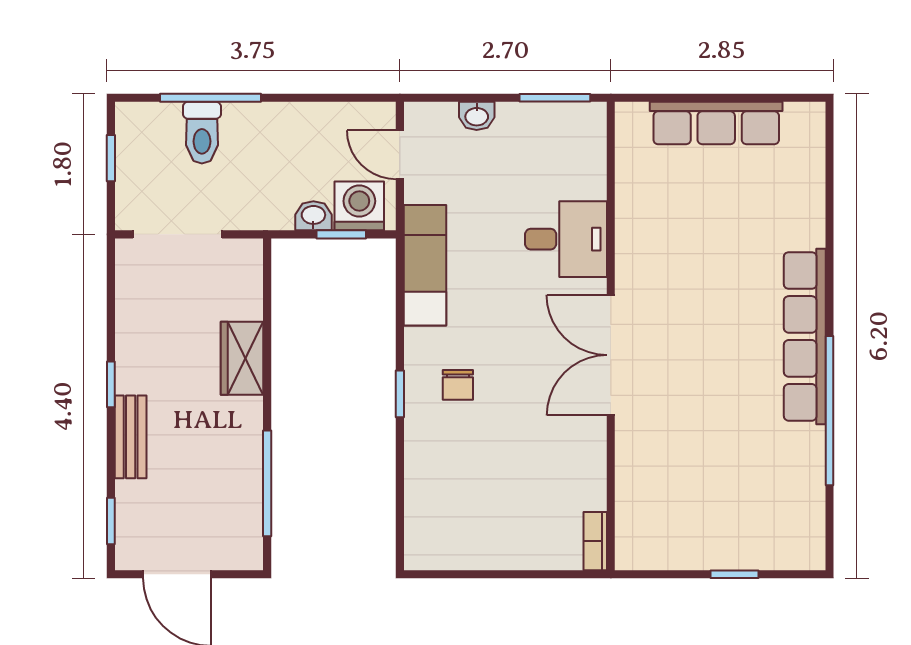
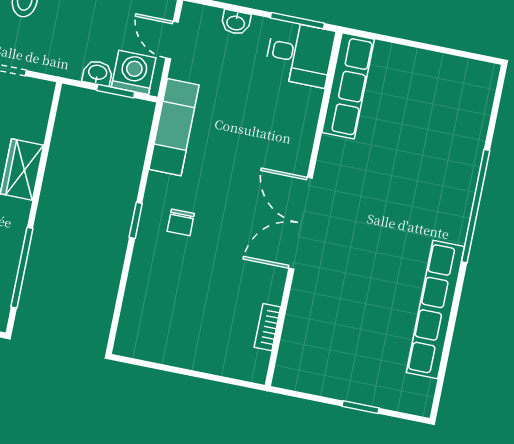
row of seats: (716, 123) -> (348, 86), moved, turned -90
desk: (566, 239) -> (300, 54), moved
row of seats: (805, 336) -> (435, 309), moved
window: (830, 411) -> (476, 206), moved
bookcase: (595, 541) -> (267, 327), moved

